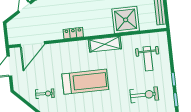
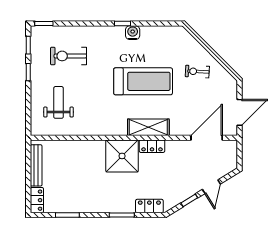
shower: (126, 20) -> (122, 156), moved
shelving: (105, 44) -> (148, 127), moved
treadmill: (85, 82) -> (143, 81), turned 180

